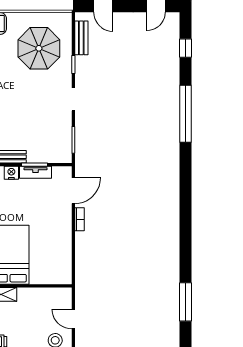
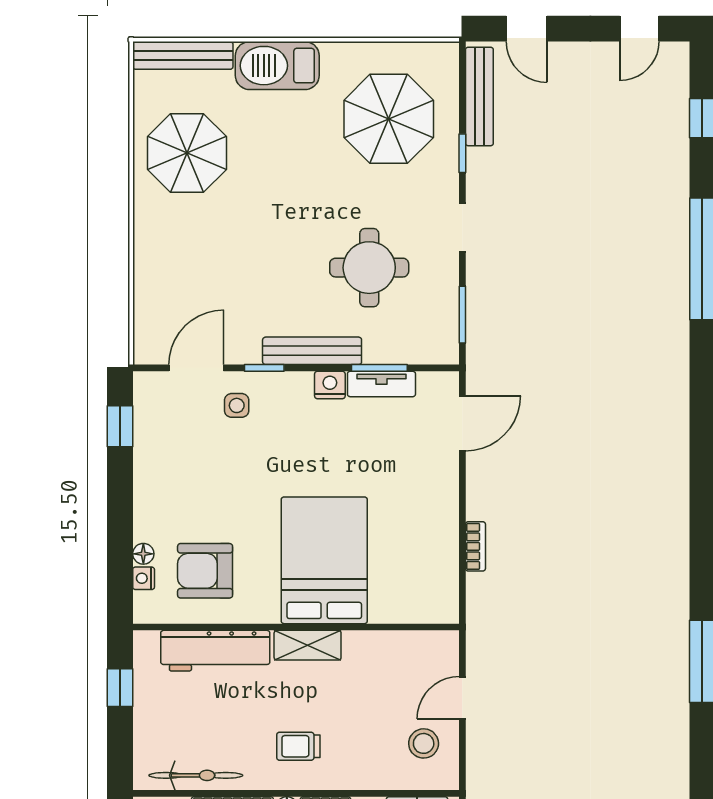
bench: (81, 38) -> (479, 96), width x1.36
round table: (30, 118) -> (369, 268), added
bookcase: (79, 219) -> (475, 546), moved
door: (73, 319) -> (462, 698), hinge flipped

